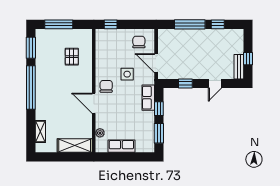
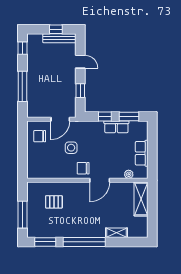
window: (111, 24) -> (22, 164), removed
window: (218, 24) -> (22, 48), moved
bench: (239, 67) -> (59, 38), width x1.36
row of seats: (148, 98) -> (116, 127), moved
shelving: (40, 131) -> (117, 233), moved

